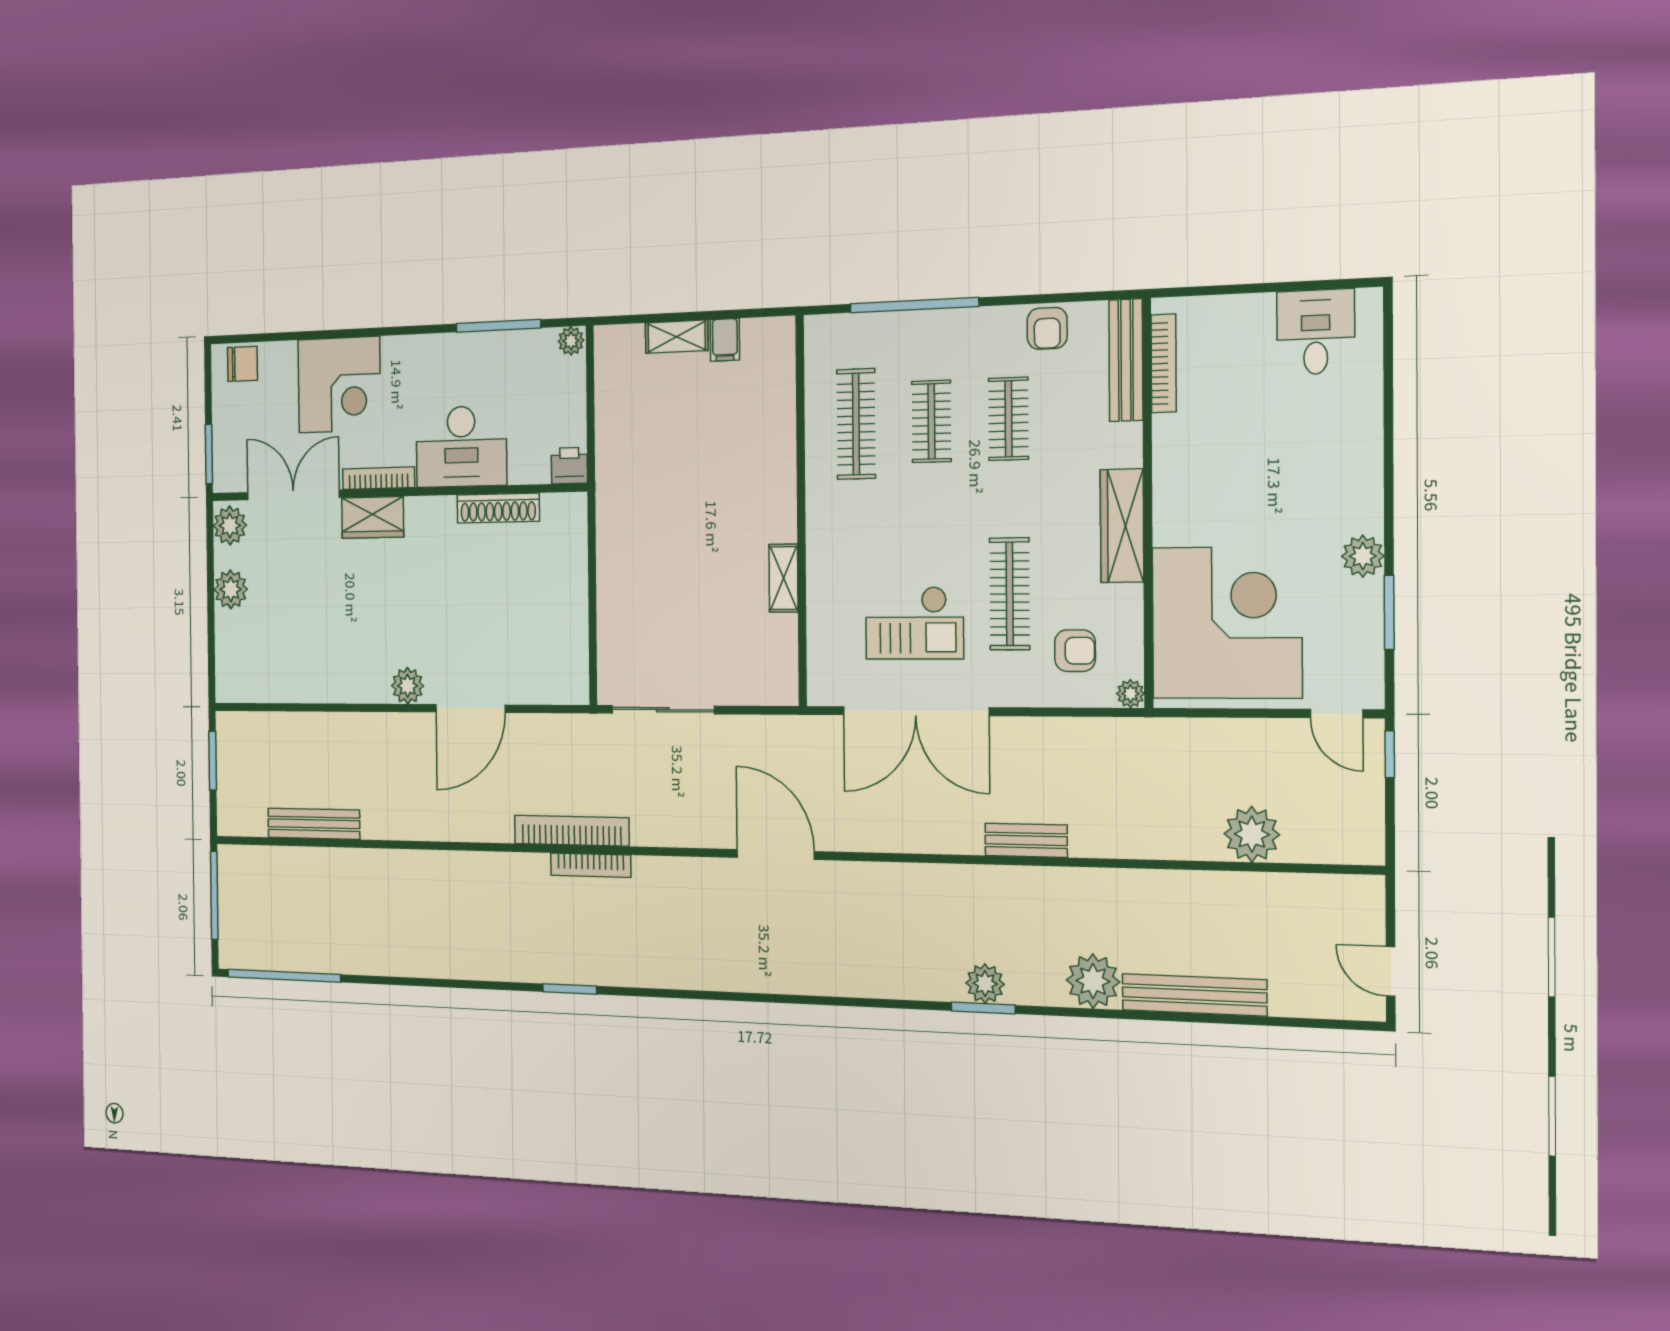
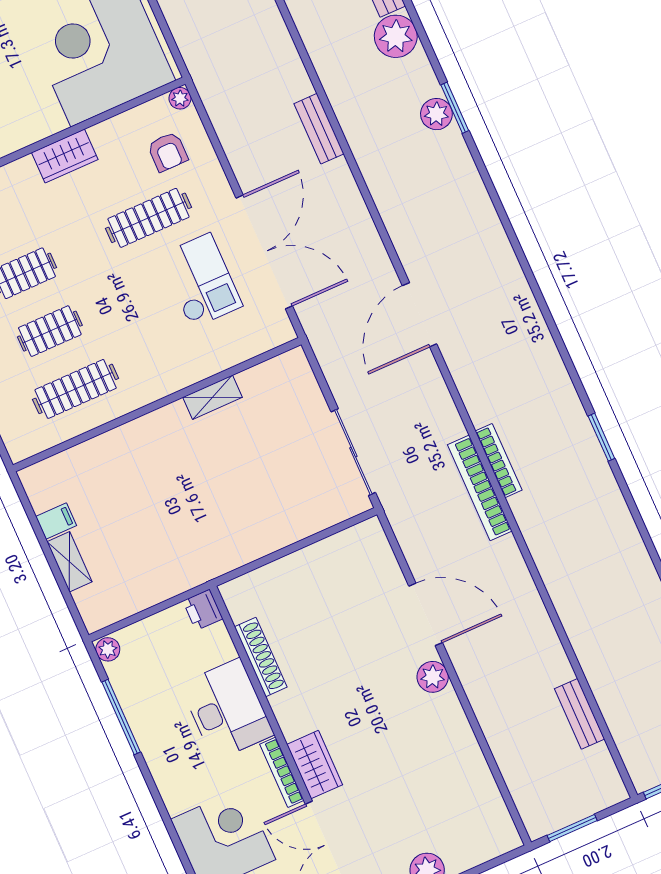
wardrobe: (1122, 526) -> (65, 156), width x0.67
armchair: (1075, 651) -> (168, 152), turned 180
bench: (314, 824) -> (580, 714), width x0.73

